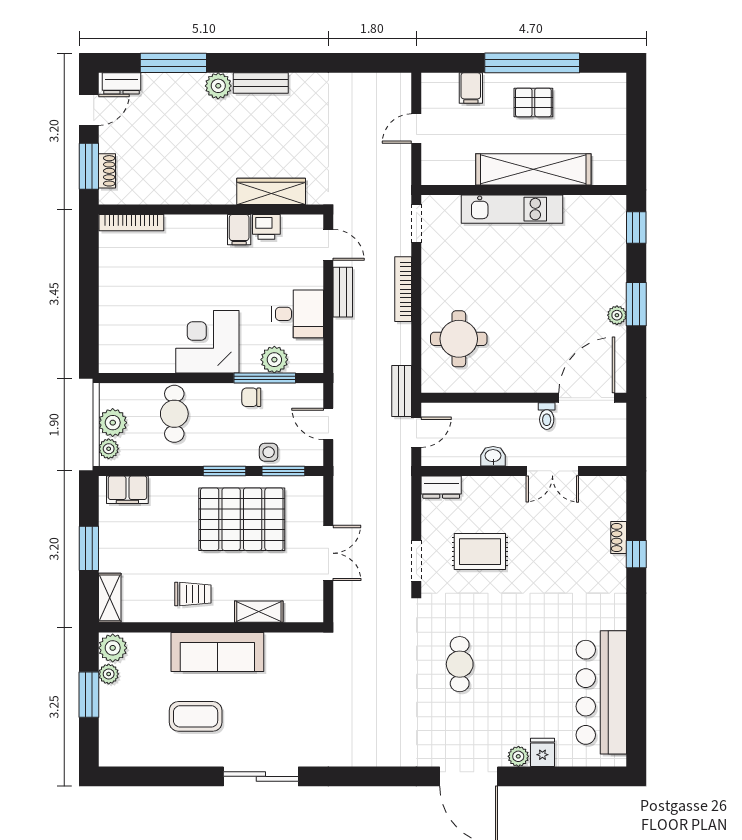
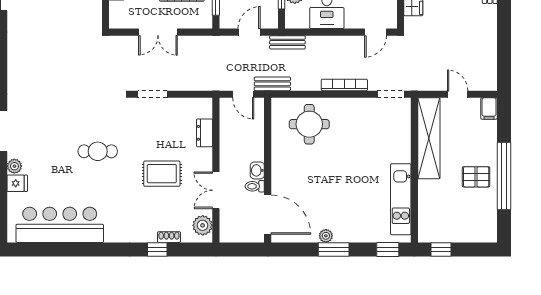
filing cabinet: (471, 88) -> (489, 109), moved, turned -90
pallet: (533, 102) -> (476, 177), turned 90
window: (636, 152) -> (441, 249), added
shelving: (533, 169) -> (429, 138), moved
kitchen unit: (512, 209) -> (401, 199), moved
bench: (343, 292) -> (287, 42), moved
washbasin: (493, 456) -> (257, 170), moved, turned 180
dresser: (441, 487) -> (205, 133), moved
plant: (602, 490) -> (203, 225), added
rug: (480, 552) -> (162, 174), moved, turned 90
cafe table: (460, 664) -> (98, 151), moved

